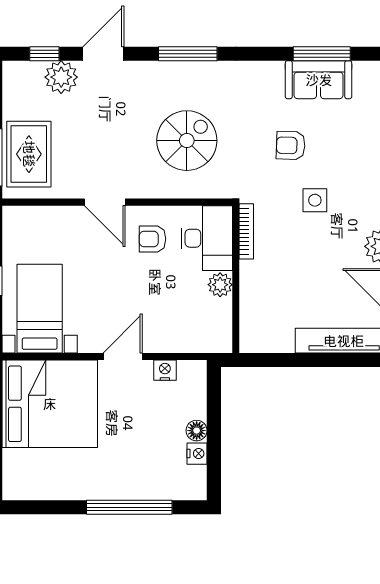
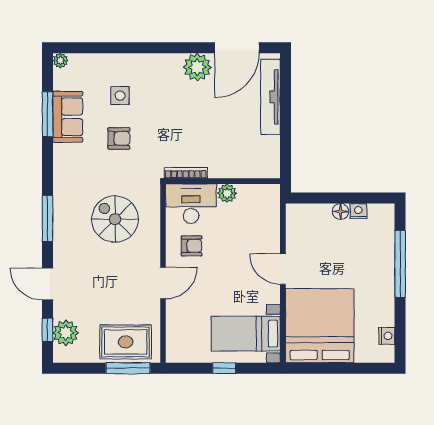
plant: (61, 77) -> (66, 333), moved
armchair: (291, 146) -> (119, 138), turned -92
side table: (315, 200) -> (120, 96), moved
armchair: (152, 239) -> (192, 246), turned -90
nightstand: (165, 370) -> (387, 336), moved, turned 180

